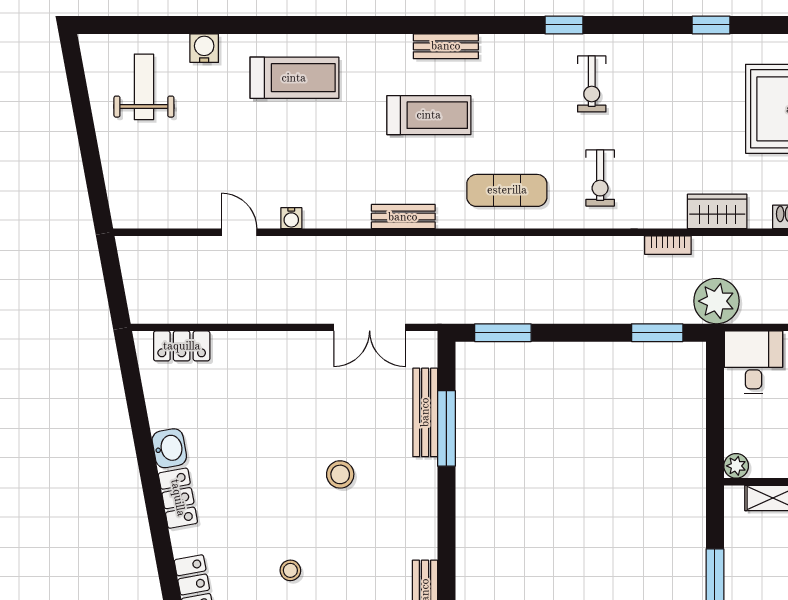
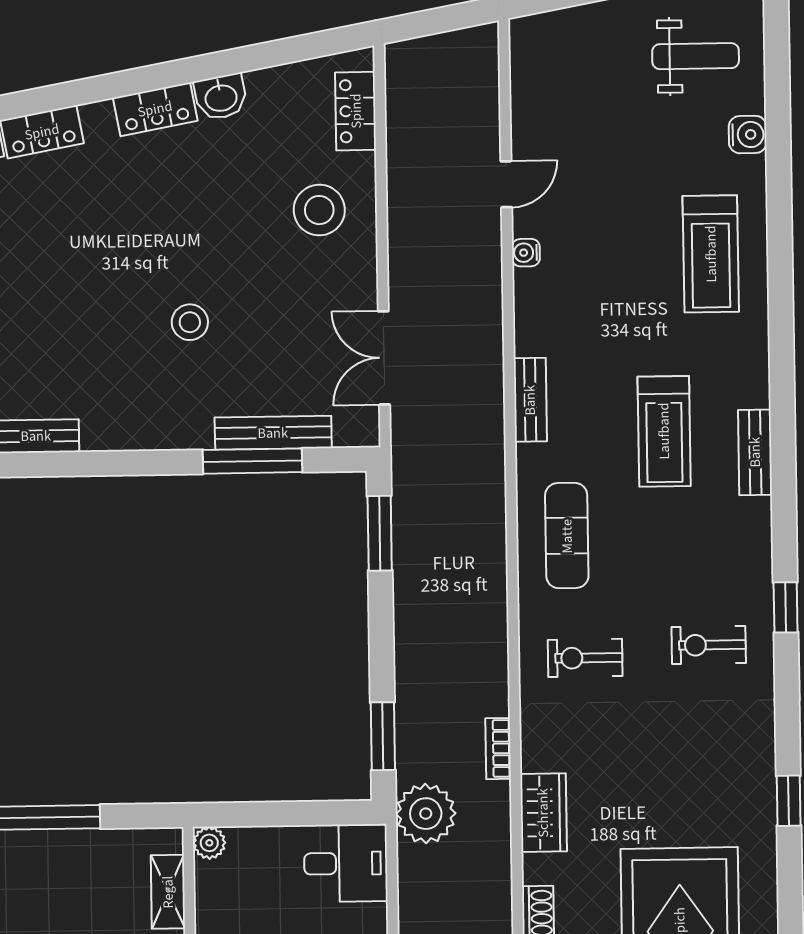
stool: (290, 570) -> (319, 210), moved, width x1.89, depth x1.89

